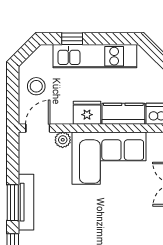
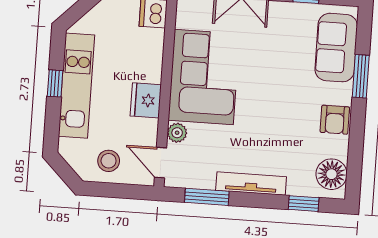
window: (72, 39) -> (55, 83), moved
kitchen counter: (123, 114) -> (150, 55), removed
window: (13, 203) -> (207, 197), moved

